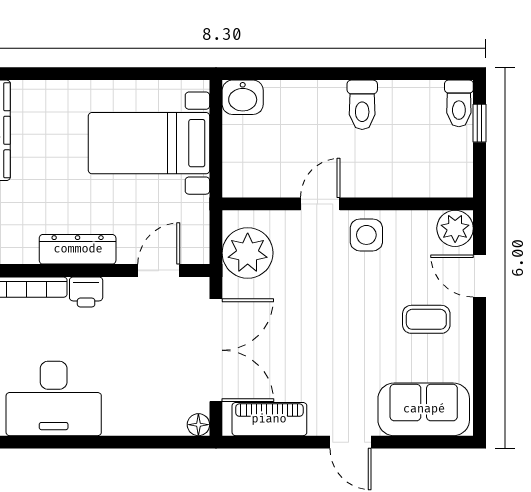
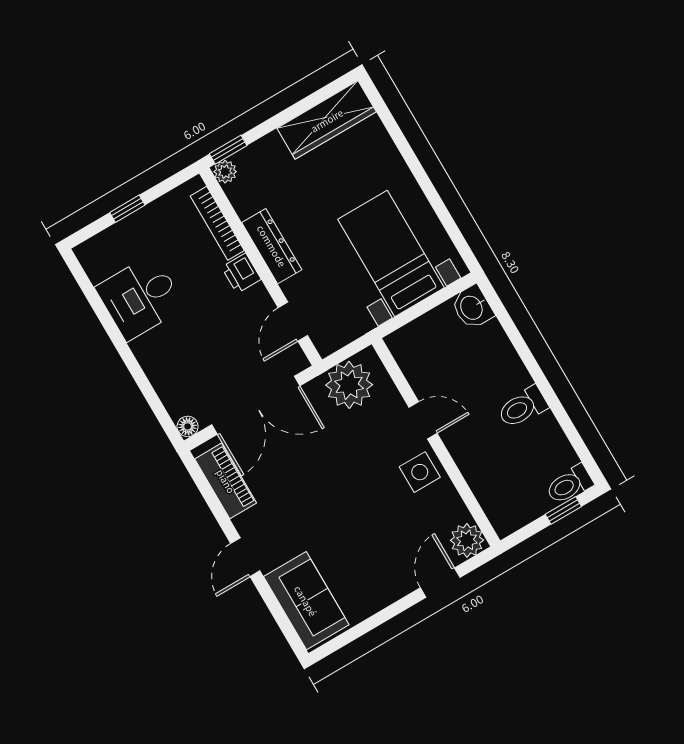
door: (159, 271) -> (293, 322), swing flipped
coffee table: (426, 319) -> (380, 560), removed
desk: (54, 398) -> (140, 297), width x0.73

